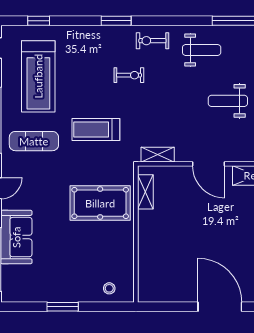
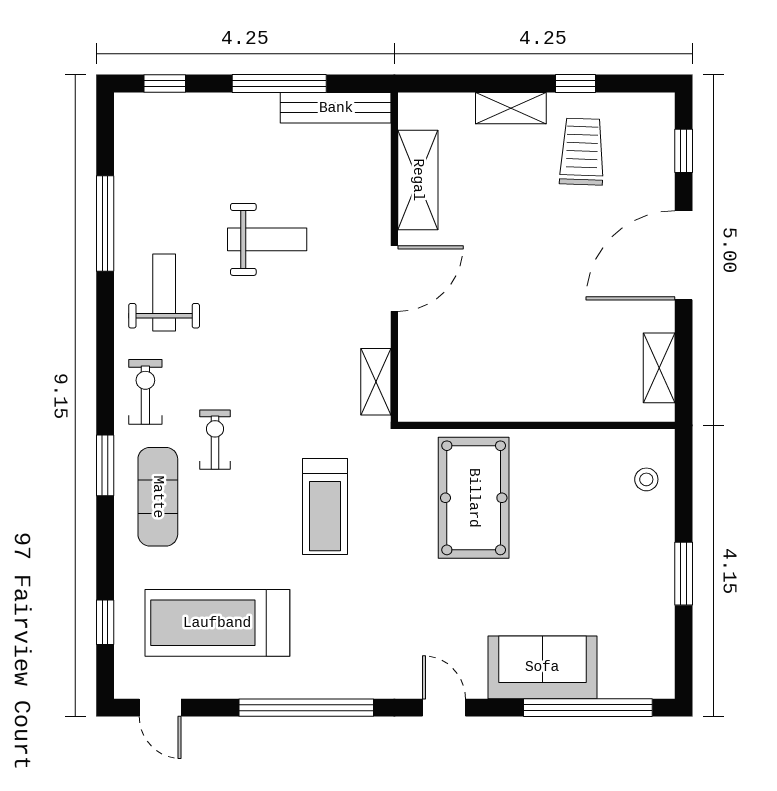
exercise bike: (152, 41) -> (145, 392), turned 180
treadmill: (38, 76) -> (217, 623), turned 180
weight bench: (228, 101) -> (267, 239), turned -90
exercise mat: (34, 141) -> (158, 497), moved
shelving: (145, 192) -> (659, 368), moved, turned 90

